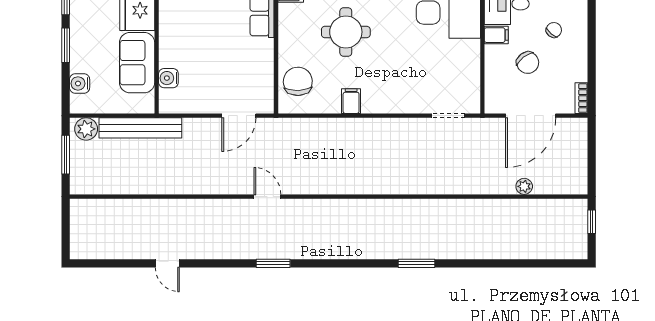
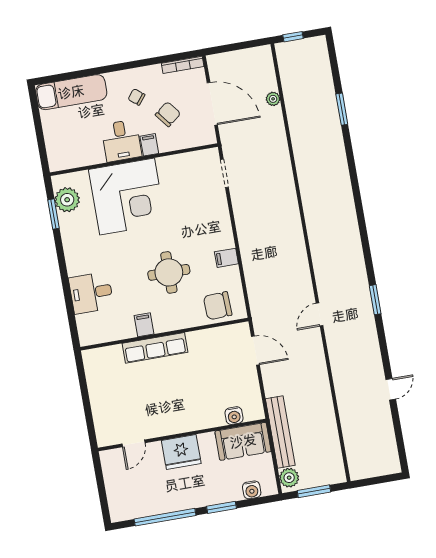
sofa: (137, 63) -> (243, 441), moved
bookcase: (581, 98) -> (183, 65), width x1.56
window: (417, 263) -> (342, 109), moved

